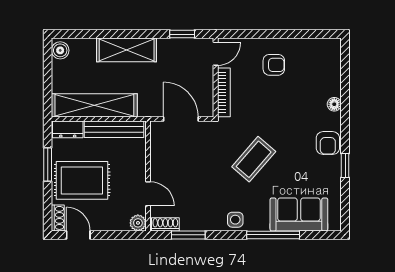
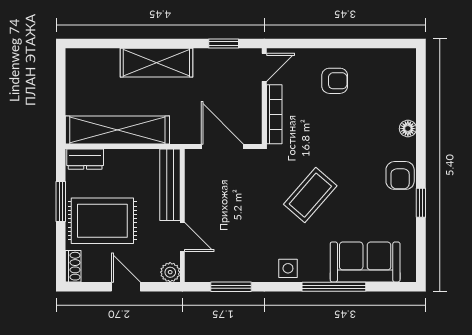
boiler: (60, 50) -> (76, 63), removed
bench: (114, 129) -> (170, 185), moved, turned 90
shoe rack: (165, 224) -> (203, 274), removed
door: (78, 235) -> (126, 287), moved

